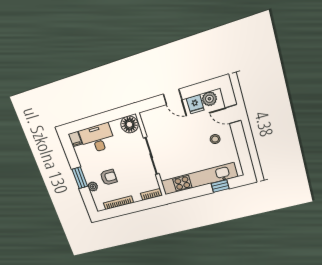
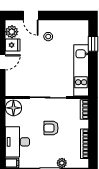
door: (233, 114) -> (31, 16), hinge flipped
armchair: (109, 177) -> (51, 128), moved, turned -90
kitchen unit: (199, 179) -> (81, 70), width x0.73

